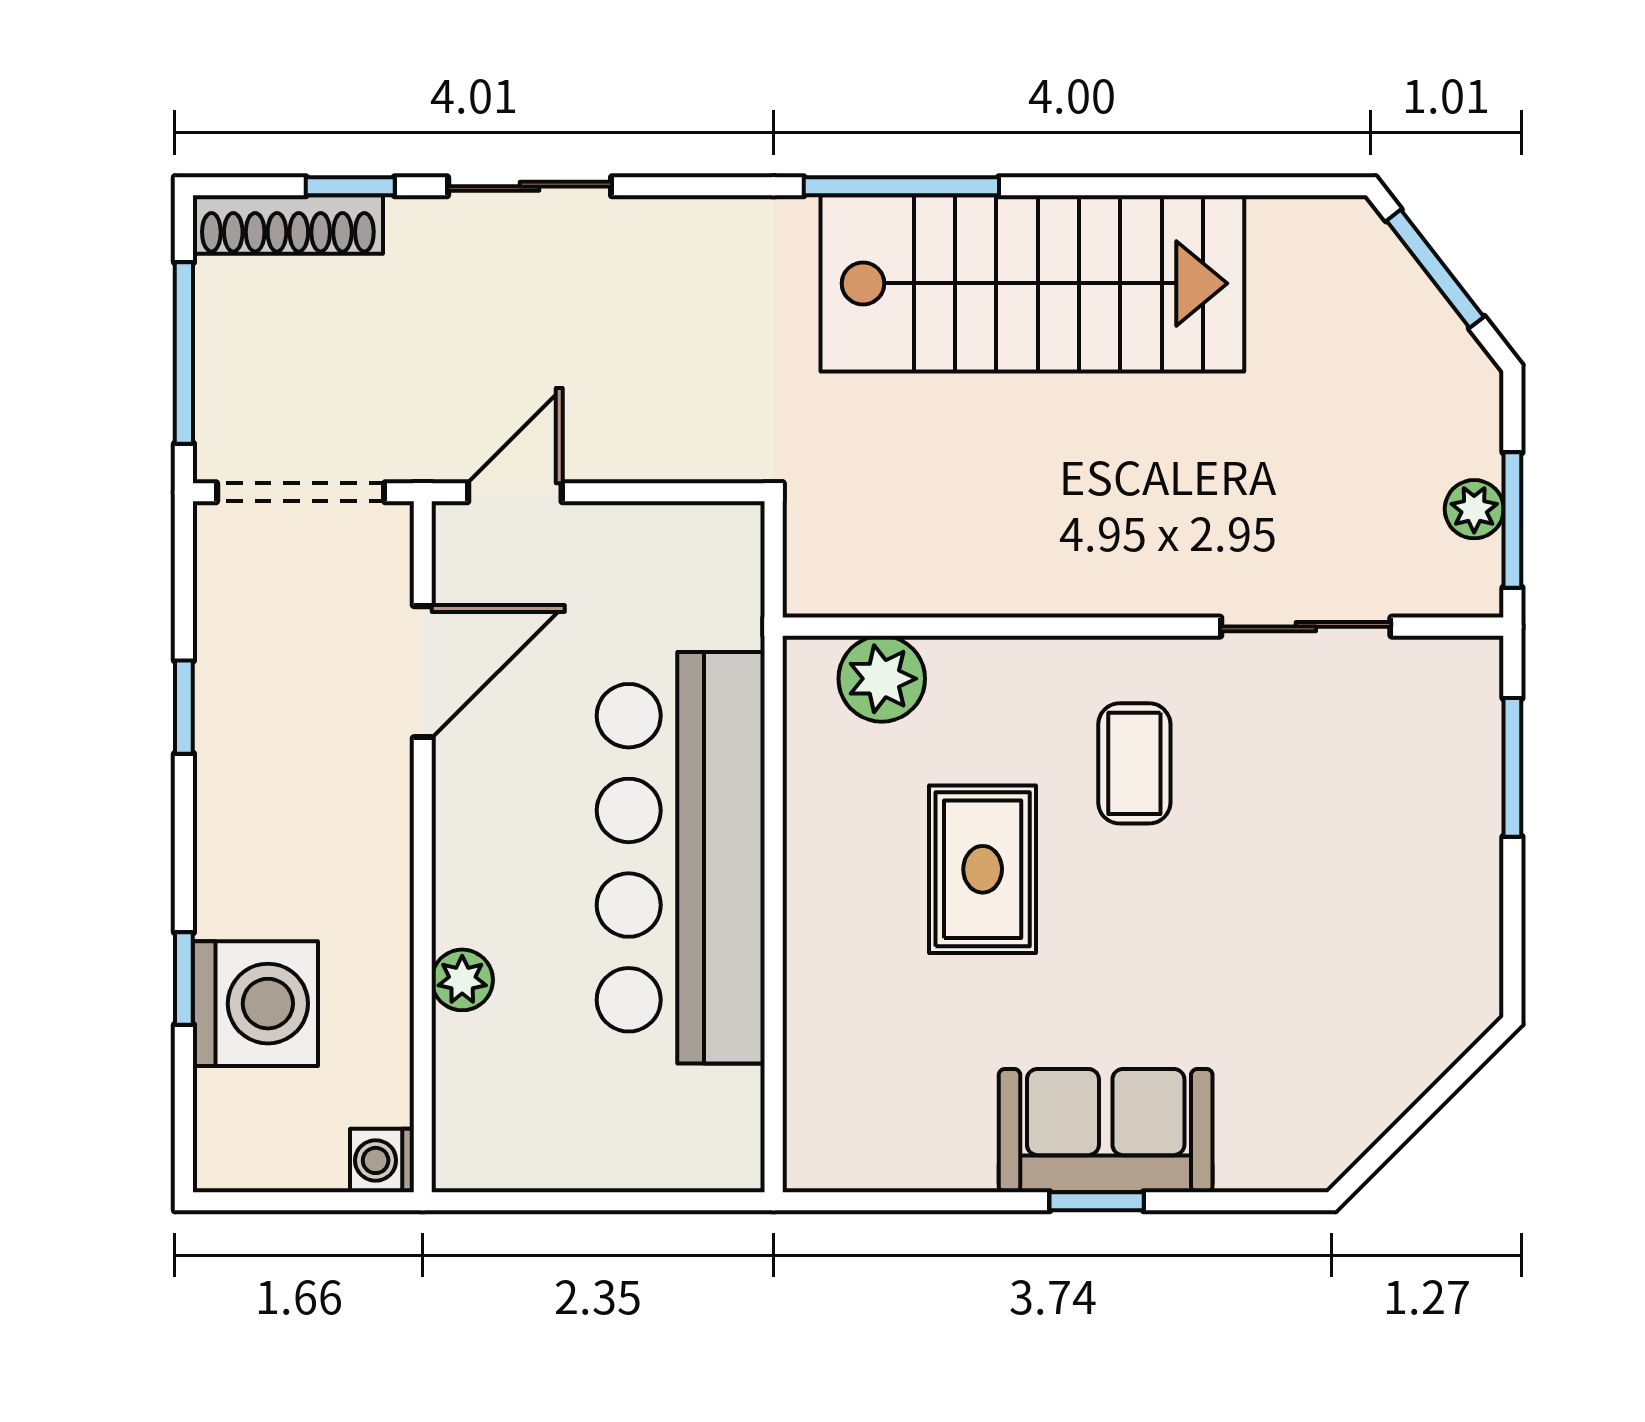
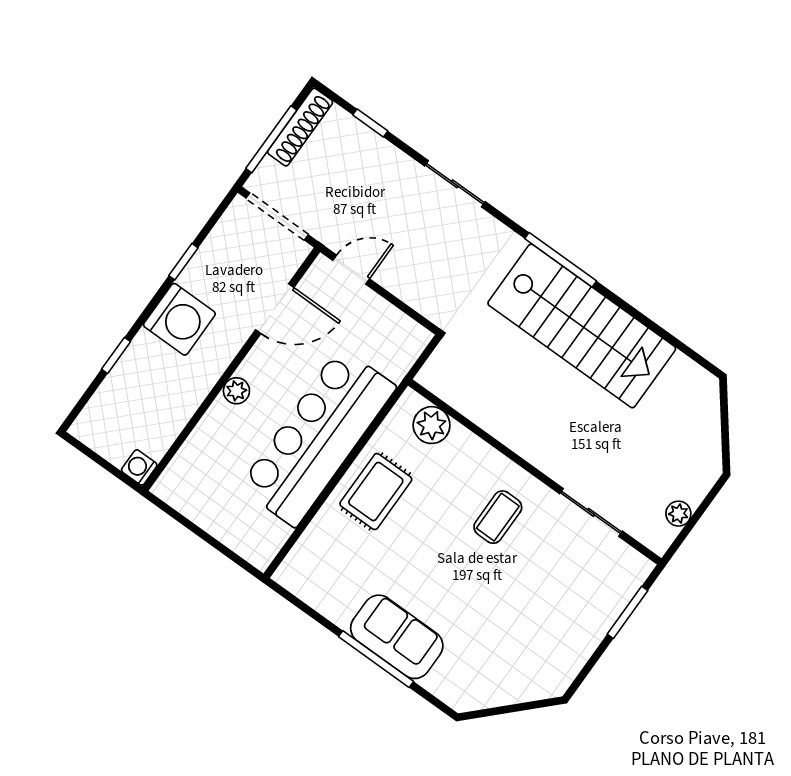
sliding door: (530, 186) -> (455, 184), moved
shoe rack: (288, 225) -> (300, 127), moved, turned -90
window: (1435, 269) -> (725, 421), removed
window: (1512, 520) -> (689, 527), removed
rug: (983, 869) -> (376, 492), moved
plant: (462, 980) -> (236, 391), moved
washing machine: (255, 1004) -> (179, 319), moved
window: (1097, 1201) -> (376, 659), width x2.17

